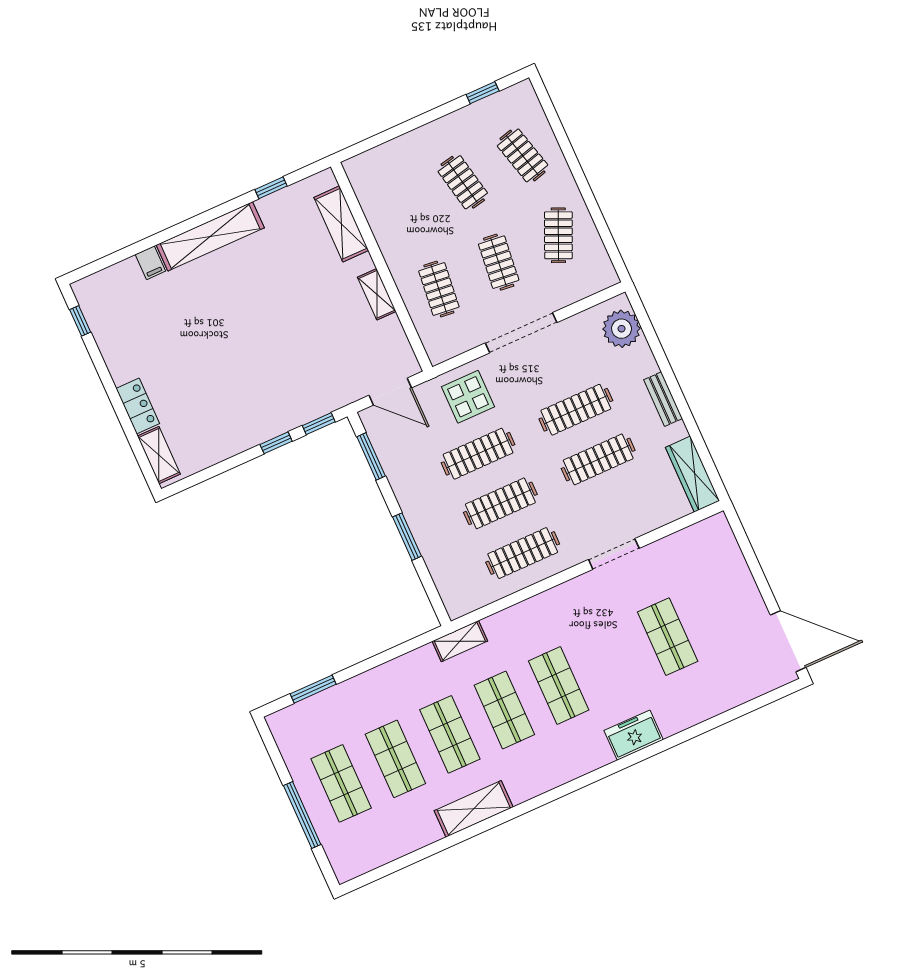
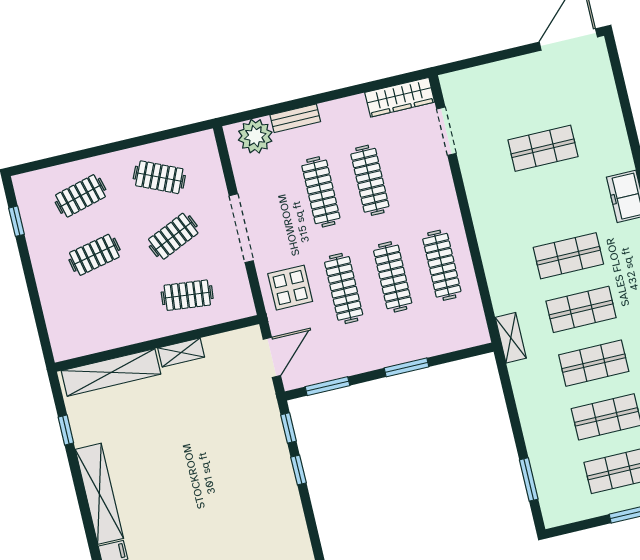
shelving: (341, 224) -> (111, 372), width x1.47
clothes rail: (499, 262) -> (173, 236), turned -30
bench: (663, 399) -> (295, 118), moved
doorway: (614, 554) -> (446, 131), moved

